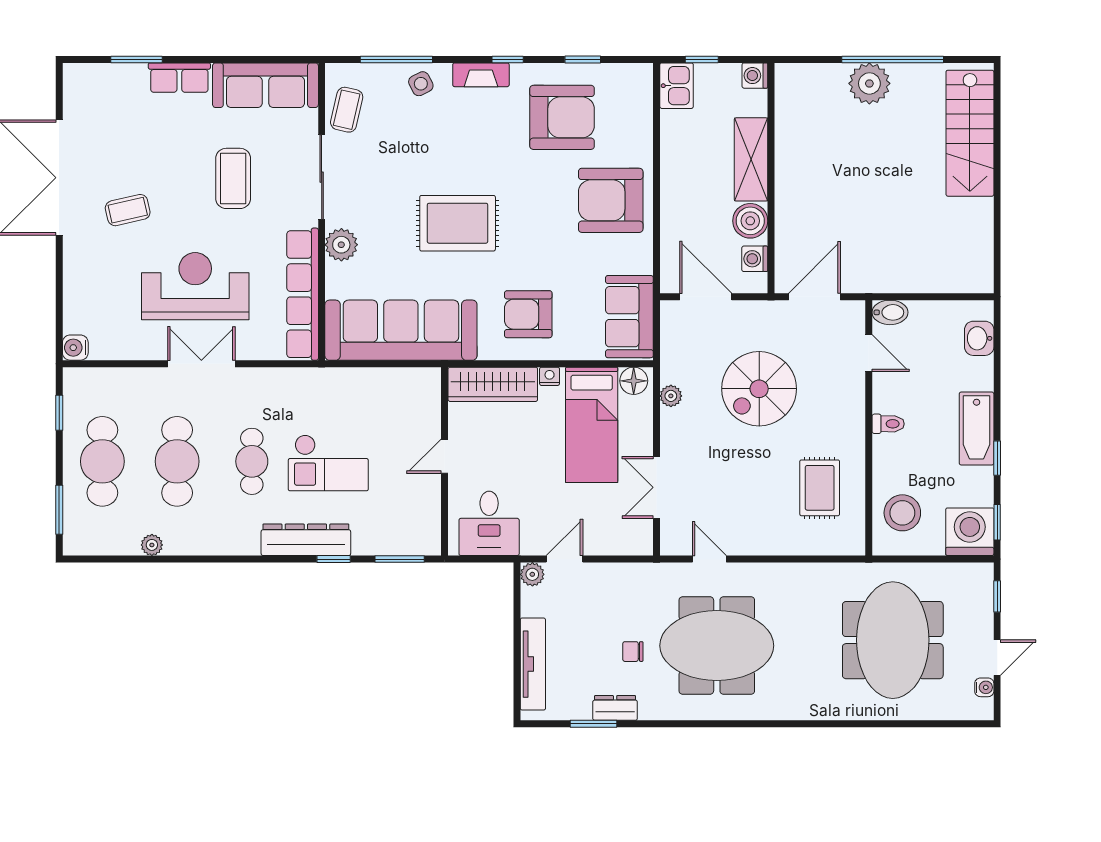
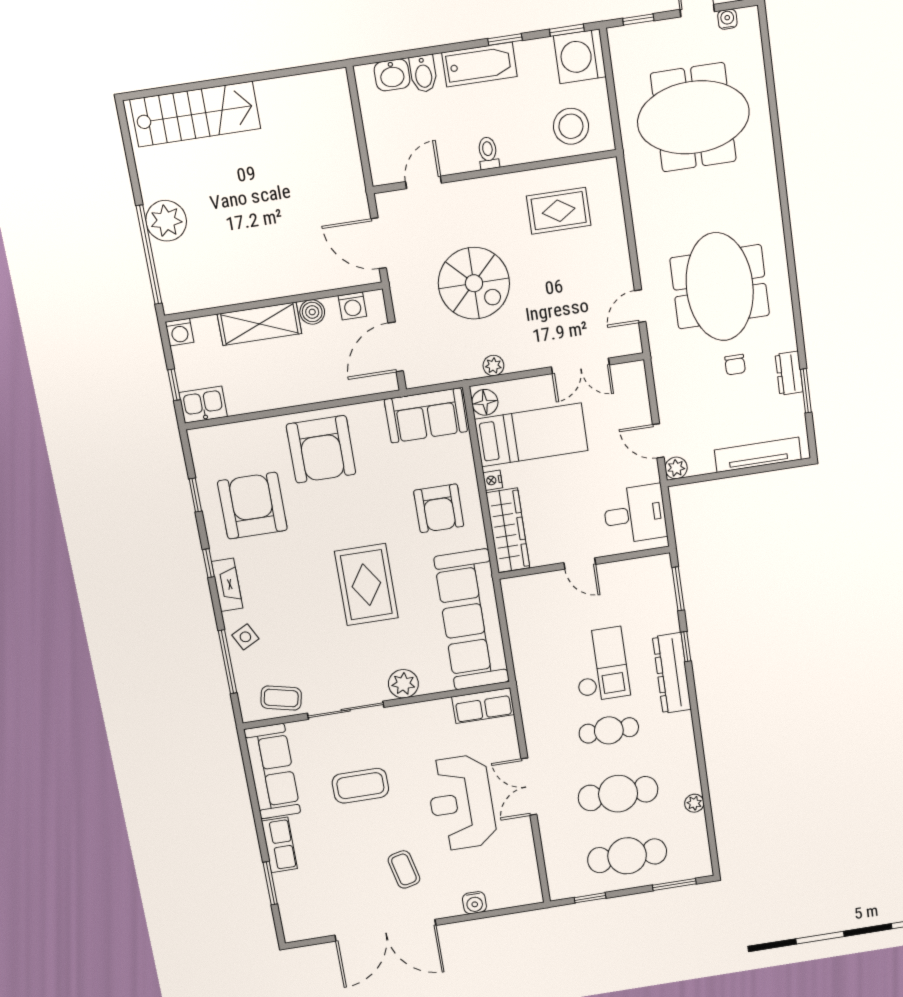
window: (893, 59) -> (149, 255), moved
boiler: (750, 221) -> (312, 312), width x0.73, depth x0.73
row of seats: (303, 294) -> (483, 706), width x0.50
bidet: (890, 312) -> (423, 74), moved, turned 180
water cooler: (75, 348) -> (474, 903), moved

